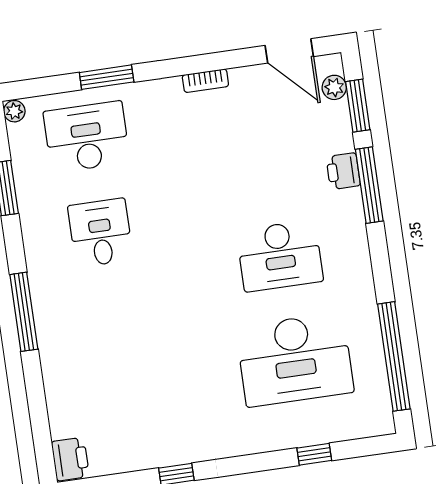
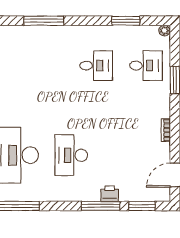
plant: (334, 87) -> (153, 195), removed
desk: (87, 137) -> (146, 66), width x0.73
window: (24, 312) -> (44, 21), moved

